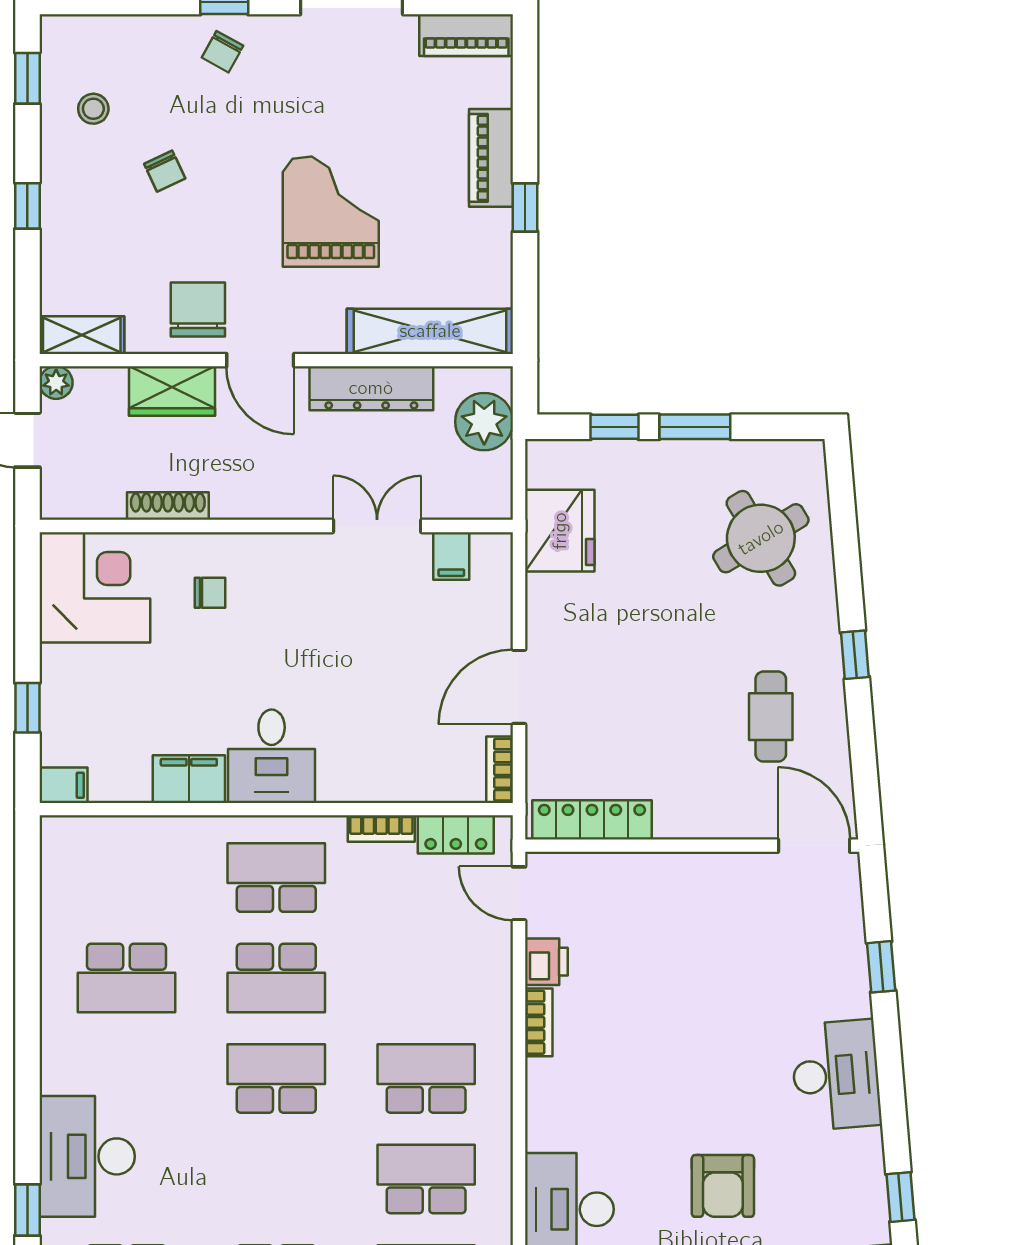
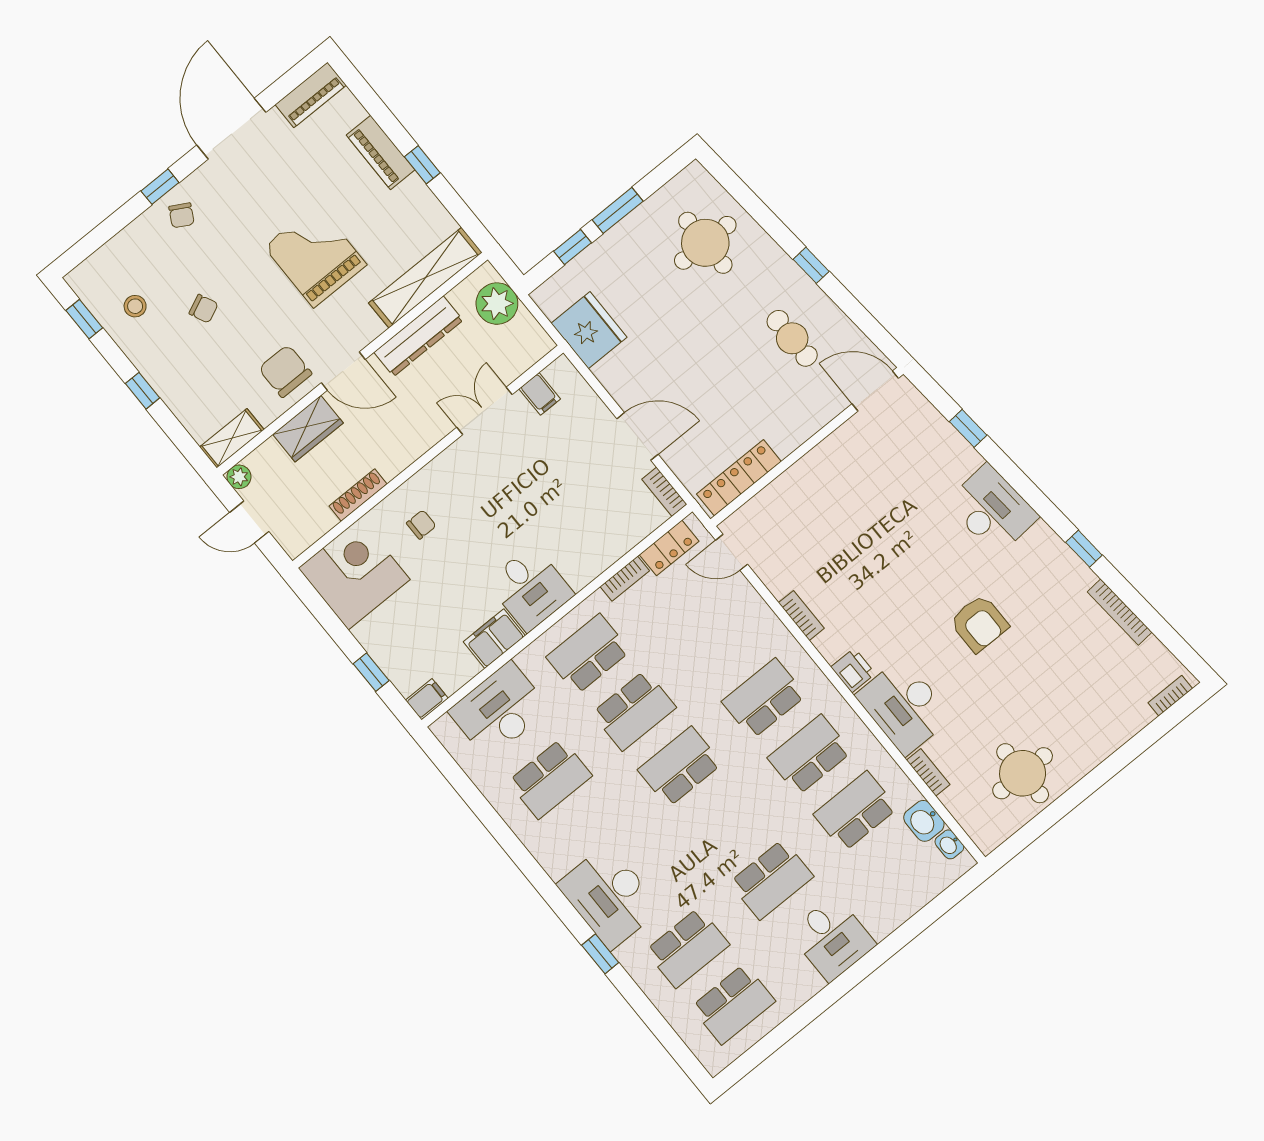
round table: (761, 538) -> (705, 243), turned 31
door: (519, 687) -> (637, 436), swing flipped
desk: (132, 860) -> (499, 710), added
printer: (546, 962) -> (853, 670), moved

